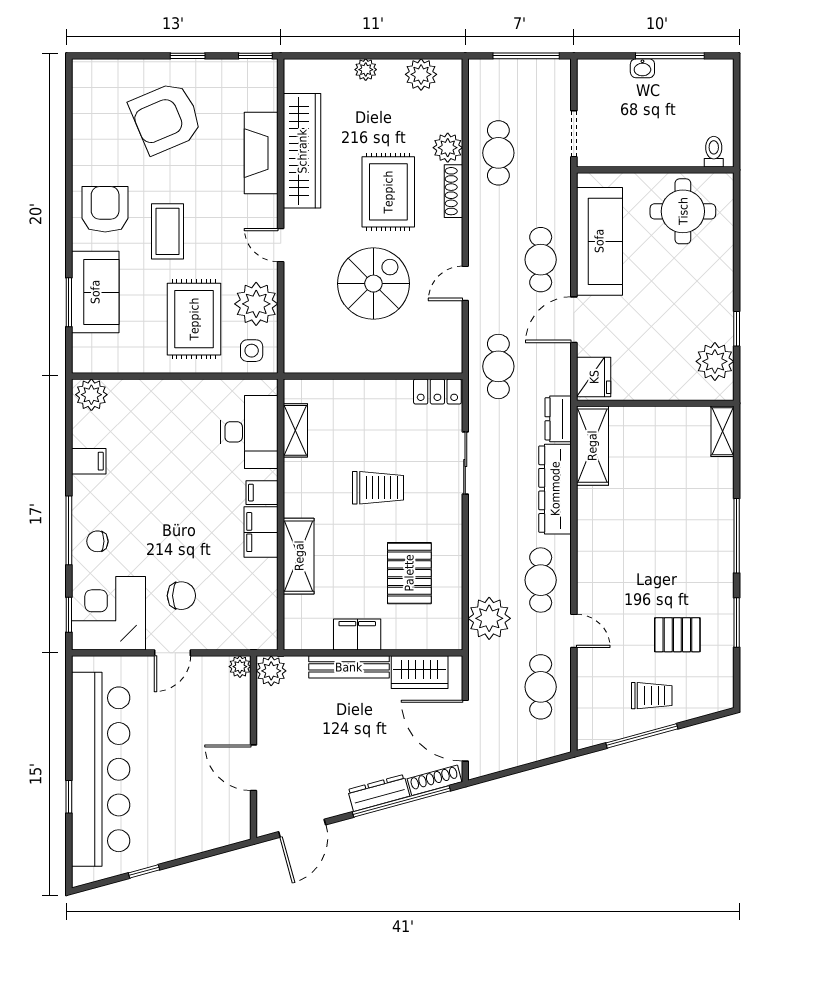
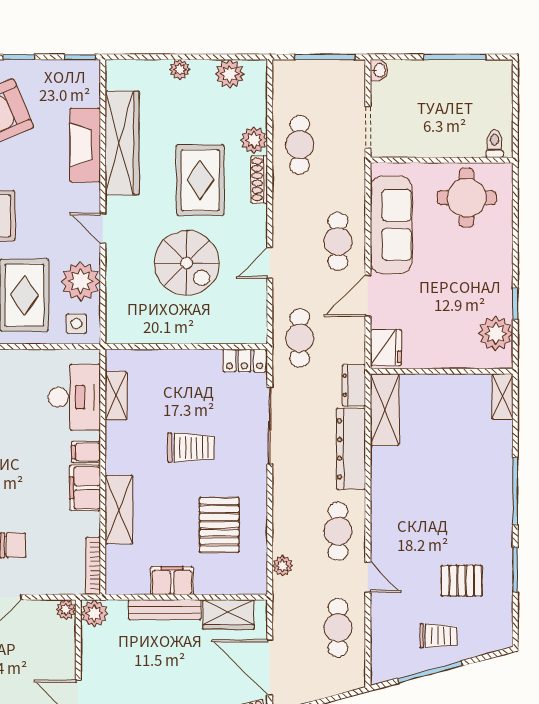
washbasin: (642, 68) -> (379, 70), moved, turned -90
spiral stairs: (373, 284) -> (187, 263), turned 90
sliding door: (465, 463) -> (270, 425), width x1.37
bookcase: (270, 618) -> (93, 566), added
plant: (489, 618) -> (282, 566), width x0.53, depth x0.53

